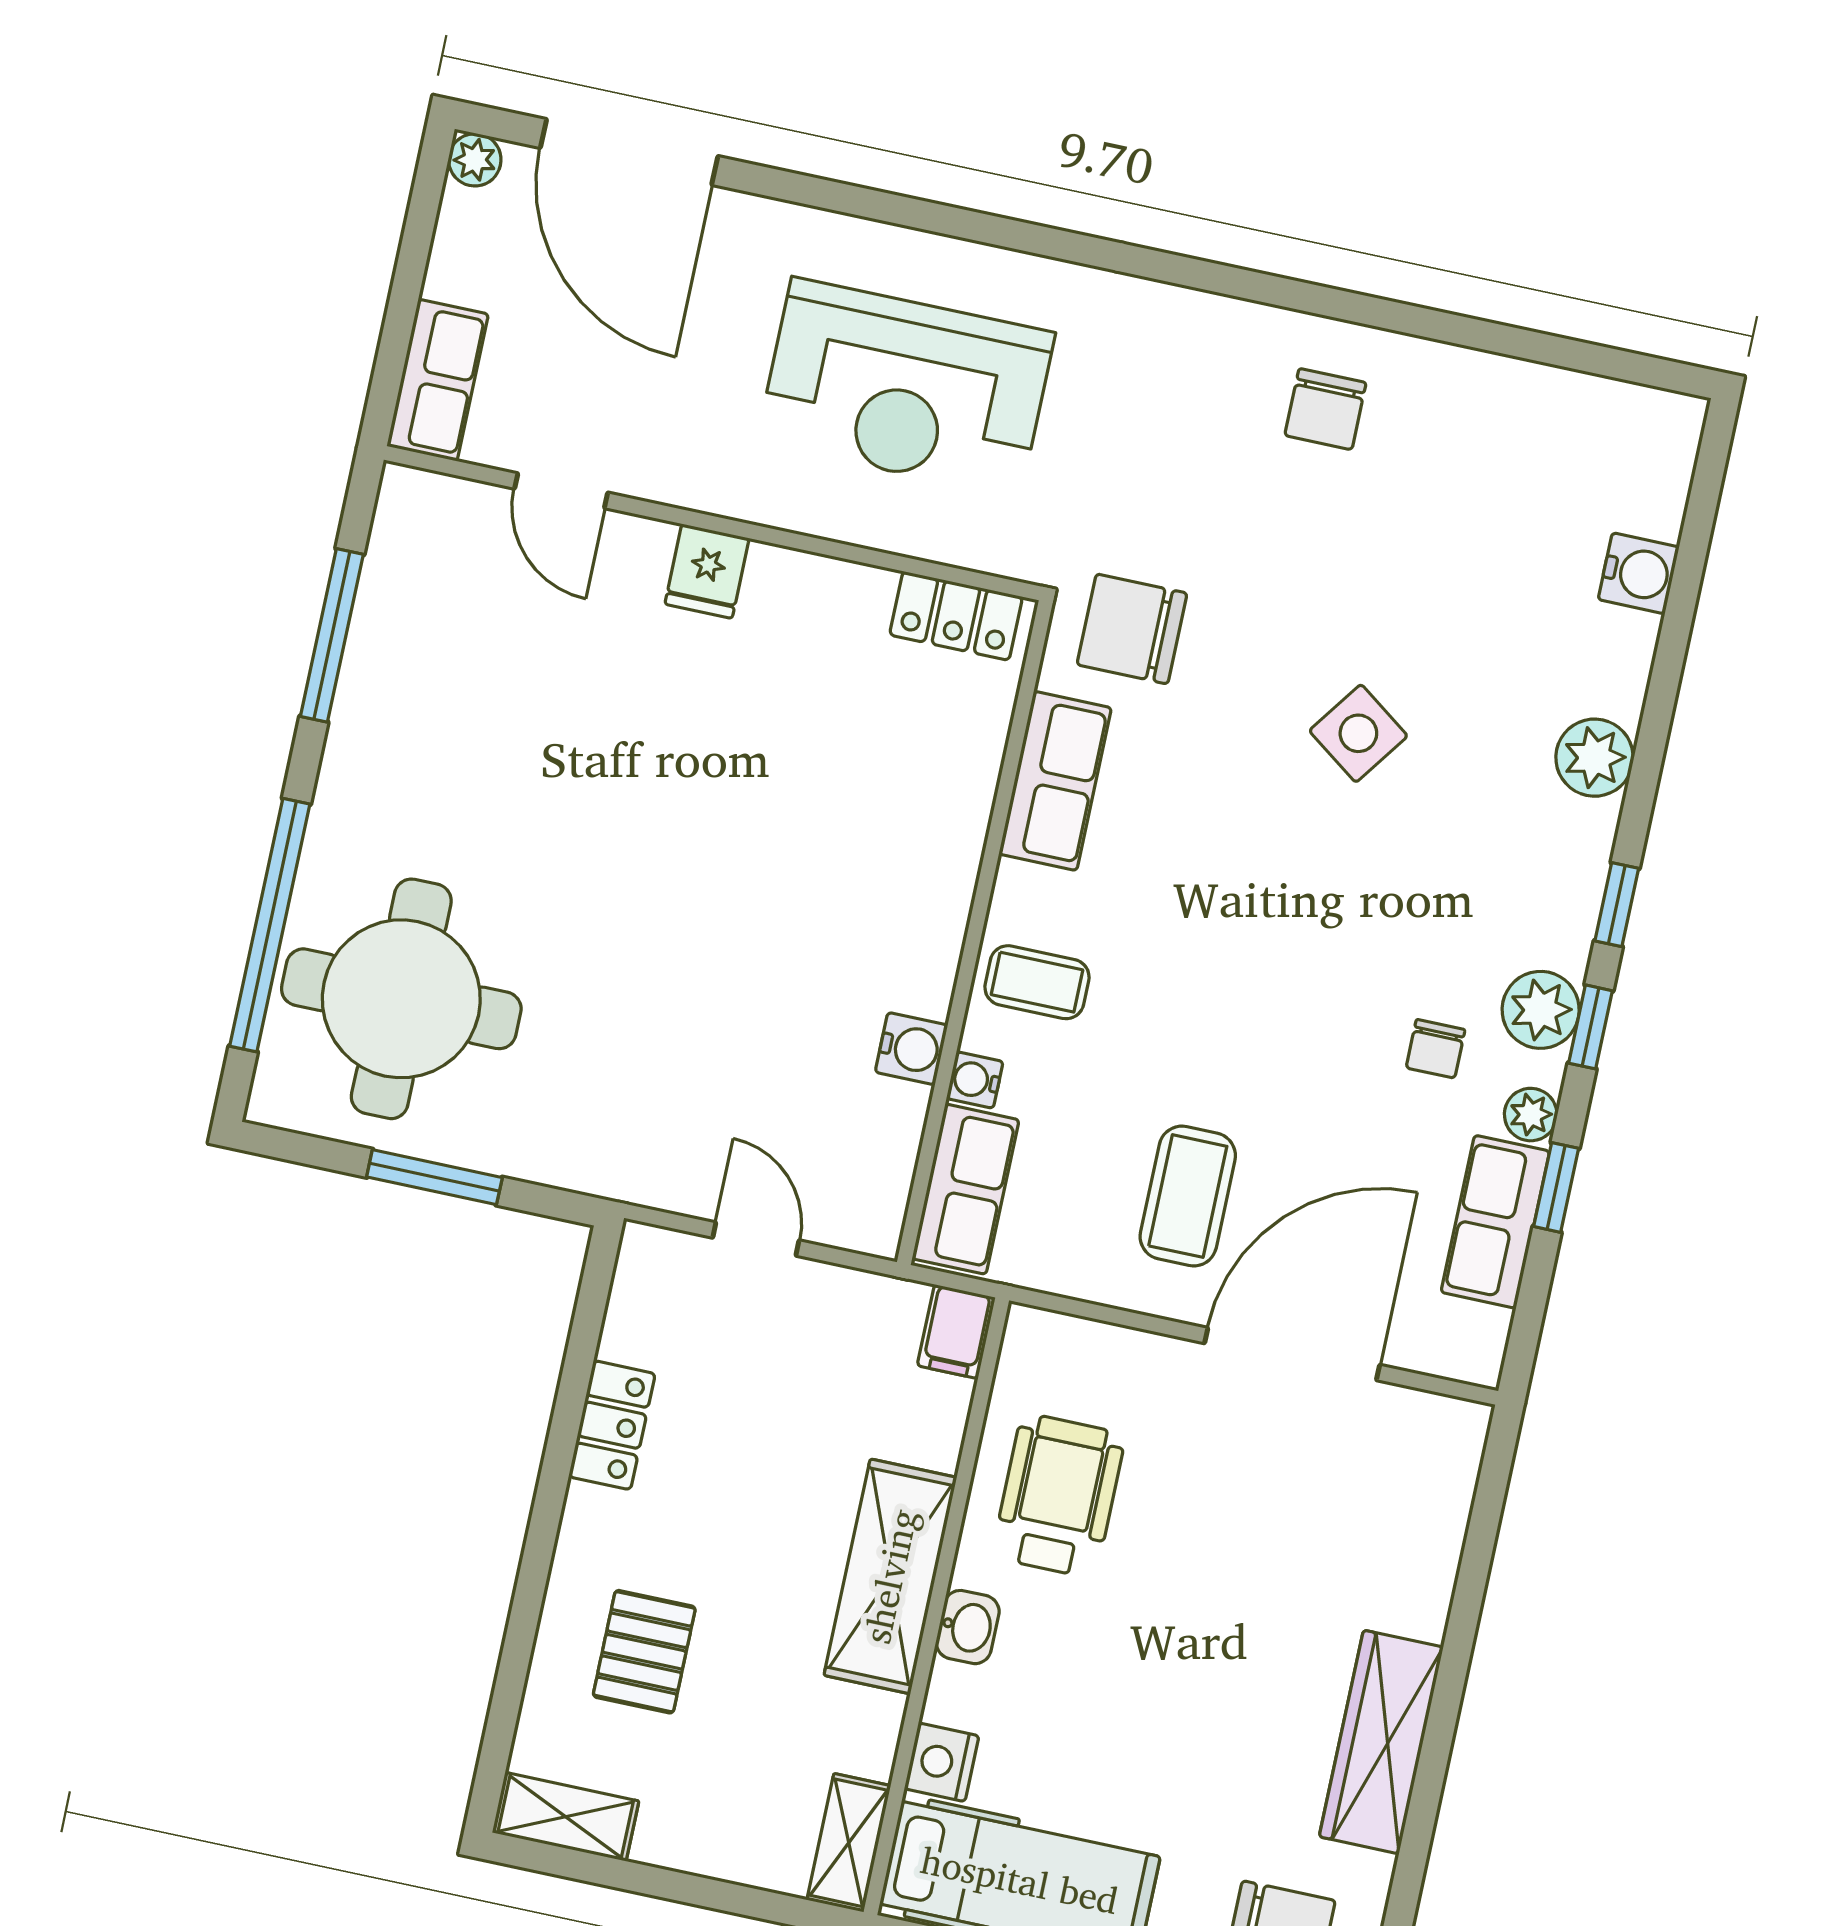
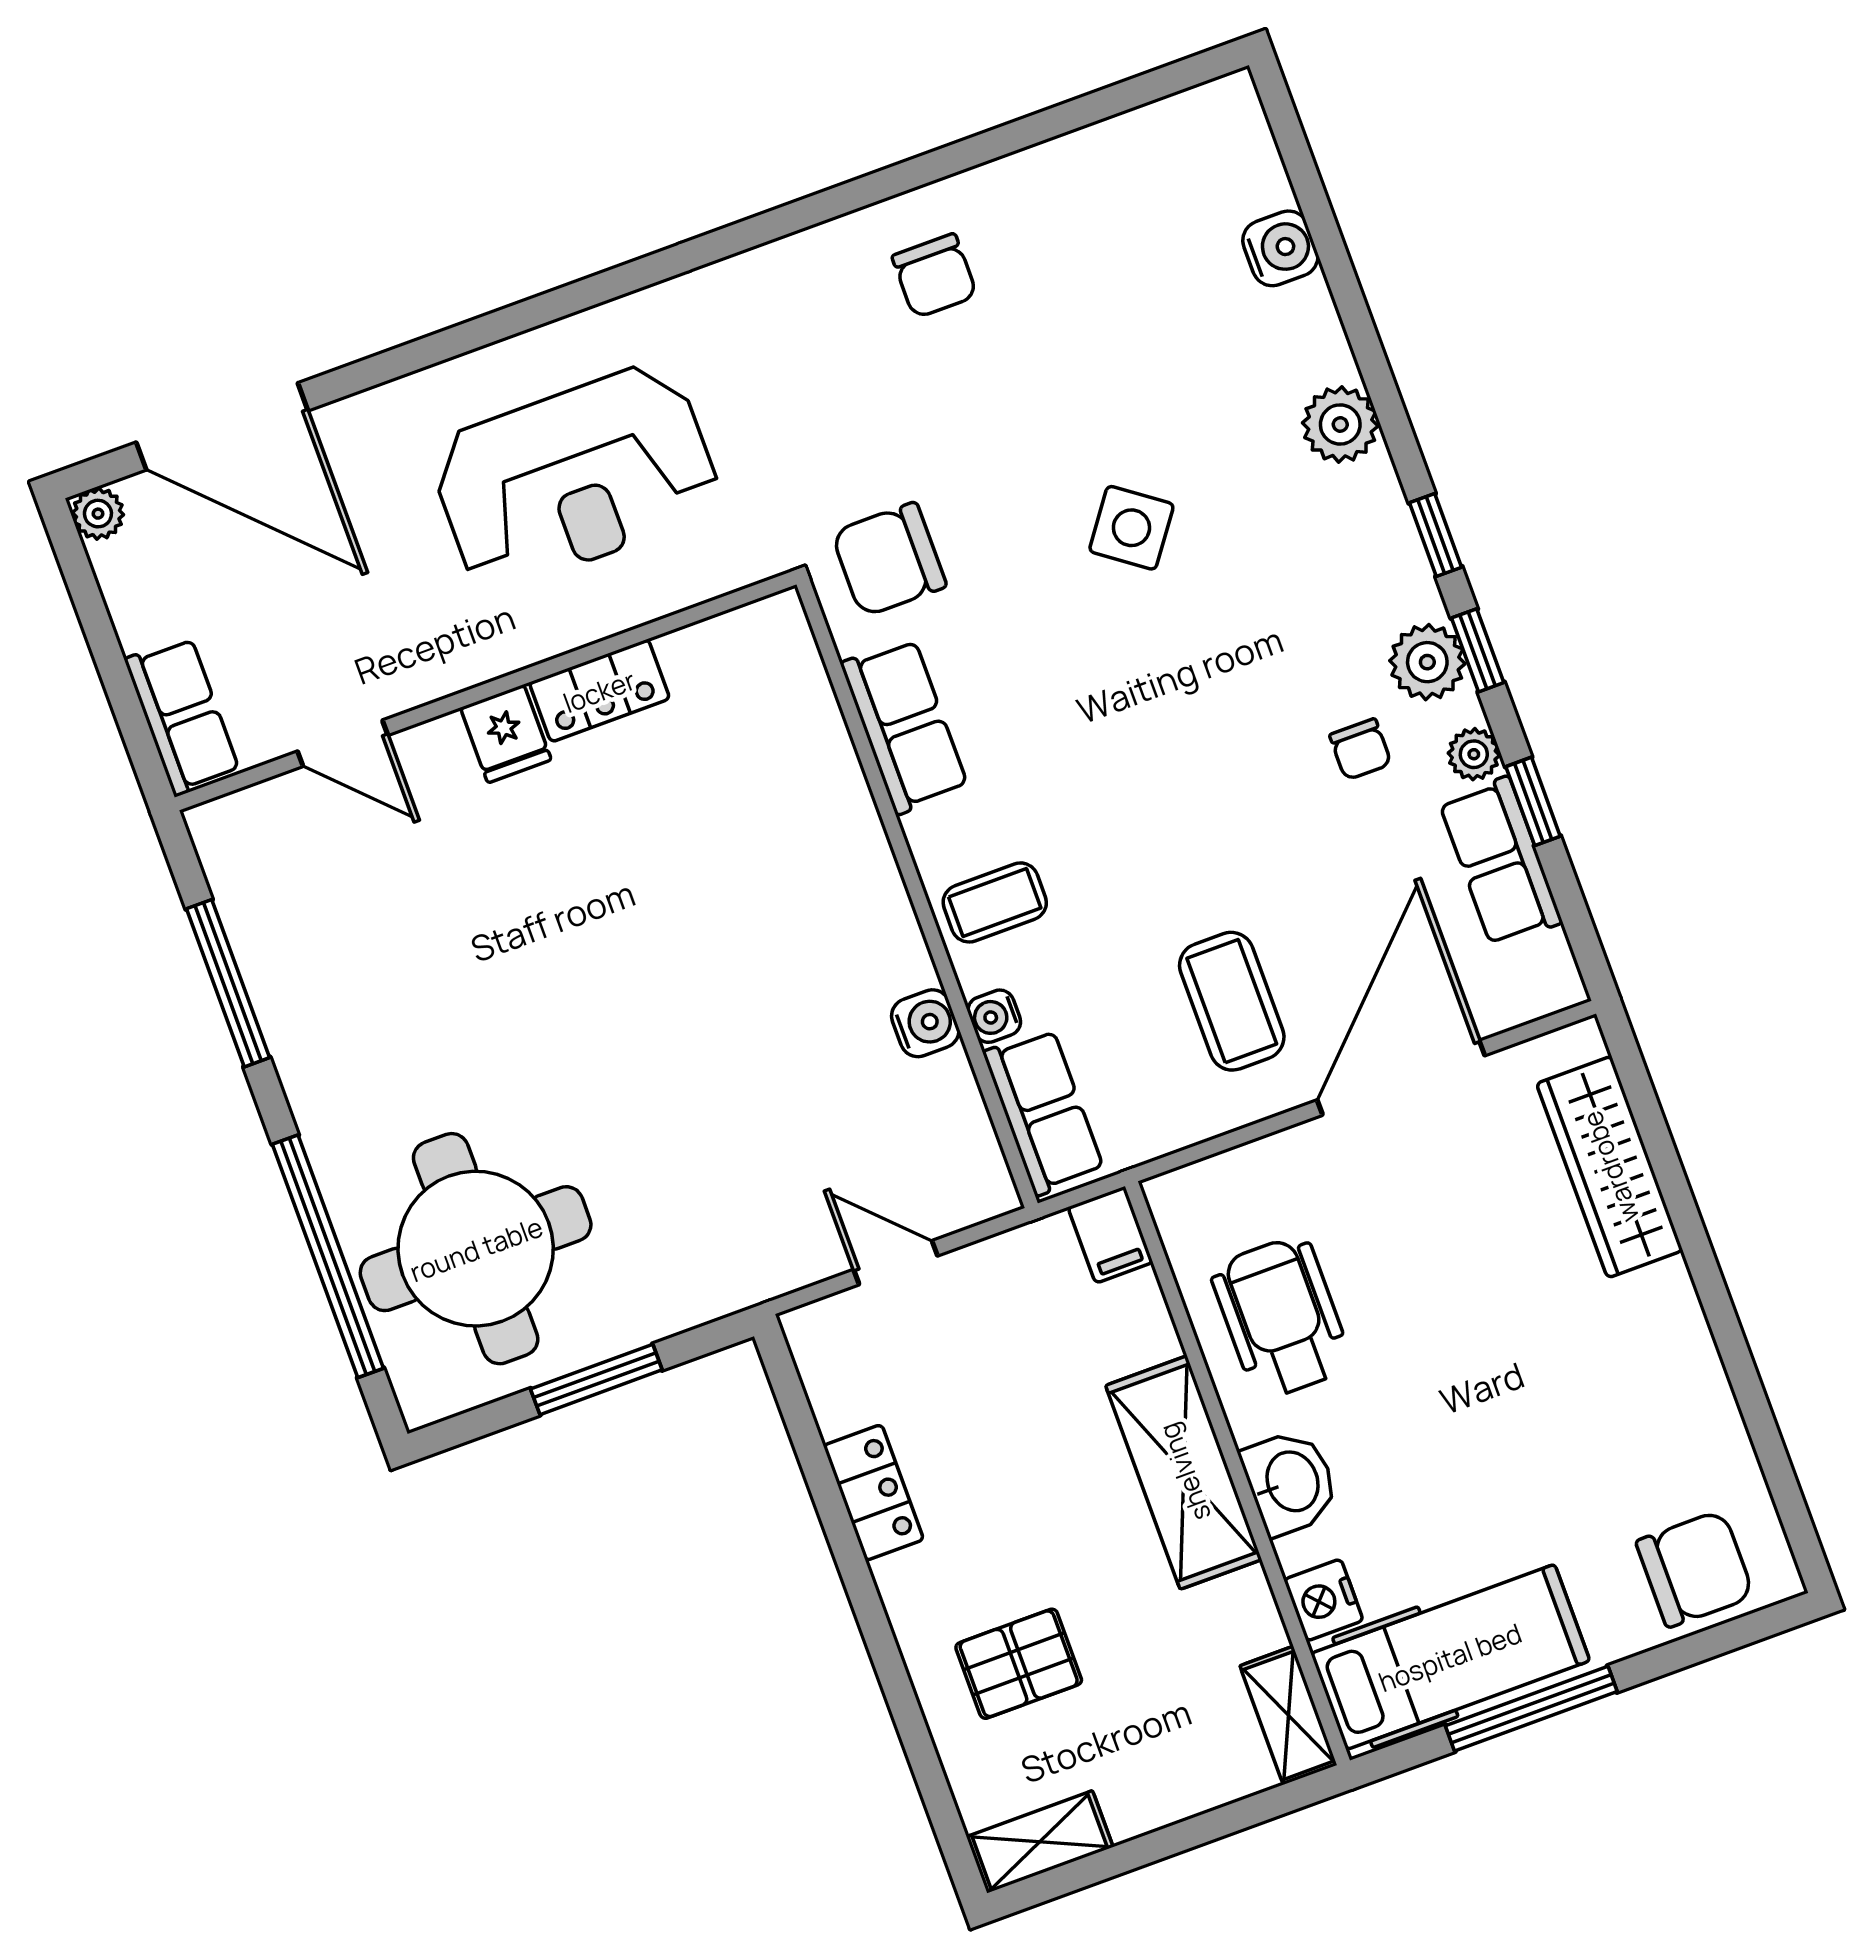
locker: (956, 616) -> (599, 691), moved
washbasin: (968, 1627) -> (1290, 1482), width x1.38, depth x1.45
pallet: (644, 1652) -> (1019, 1664), turned 90
wardrobe: (1381, 1742) -> (1610, 1167), moved

